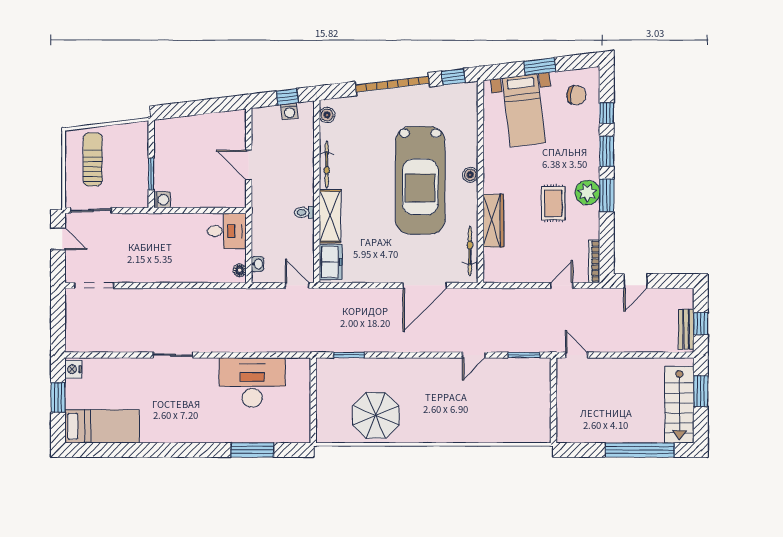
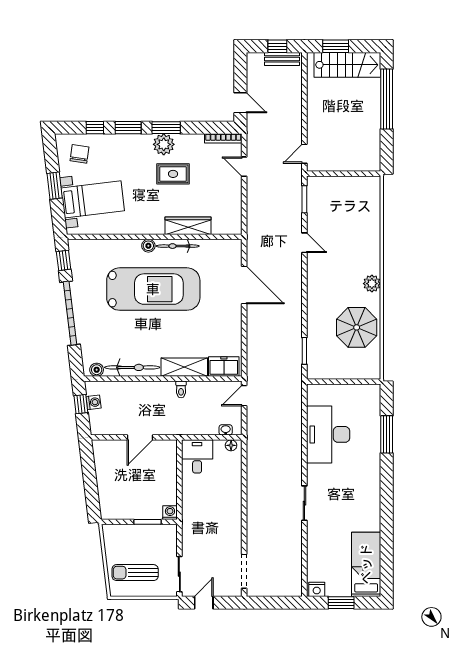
bicycle: (327, 165) -> (132, 367), width x1.37, depth x1.40
bicycle: (470, 251) -> (178, 246), moved
plant: (427, 433) -> (372, 284), added

